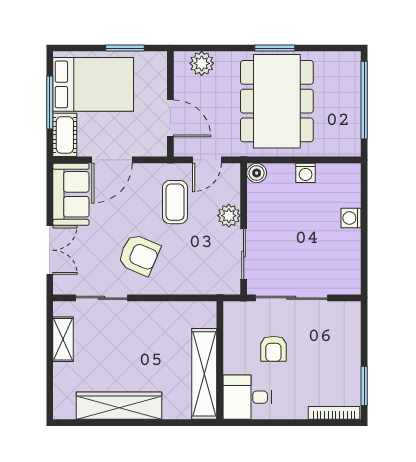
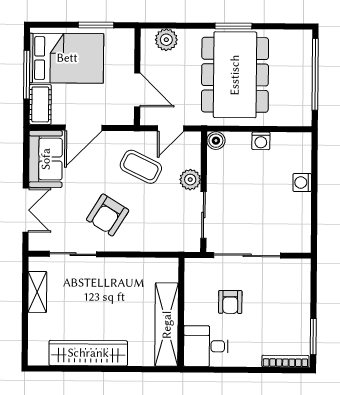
coffee table: (175, 202) -> (141, 167), turned -64
armchair: (139, 255) -> (108, 215), turned 99

